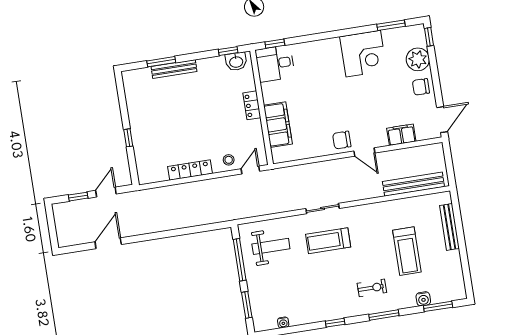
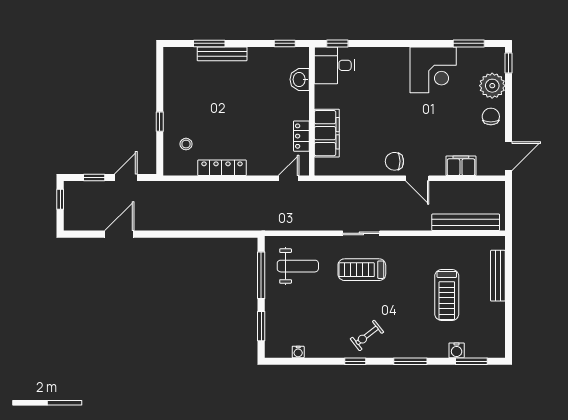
washbasin: (236, 62) -> (300, 79), moved, turned 90
chair: (421, 87) -> (491, 117), turned 90
locker: (252, 105) -> (301, 136), moved
stool: (229, 160) -> (186, 144), moved
window: (51, 221) -> (60, 199), added
exercise bike: (372, 288) -> (367, 335), moved, turned 142

